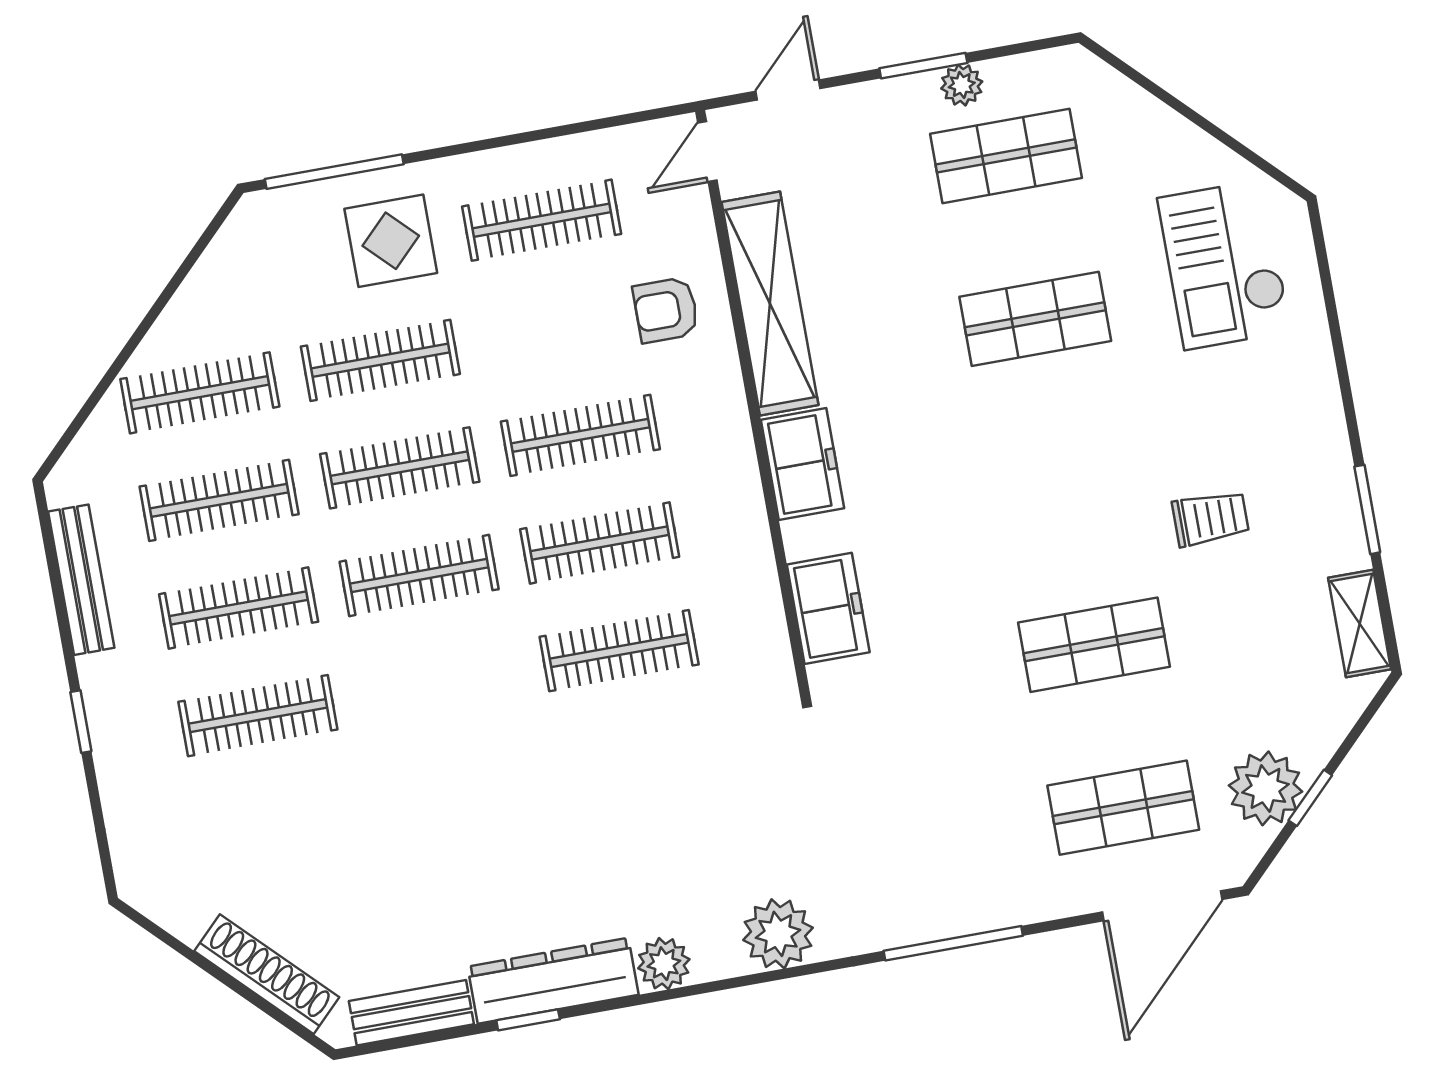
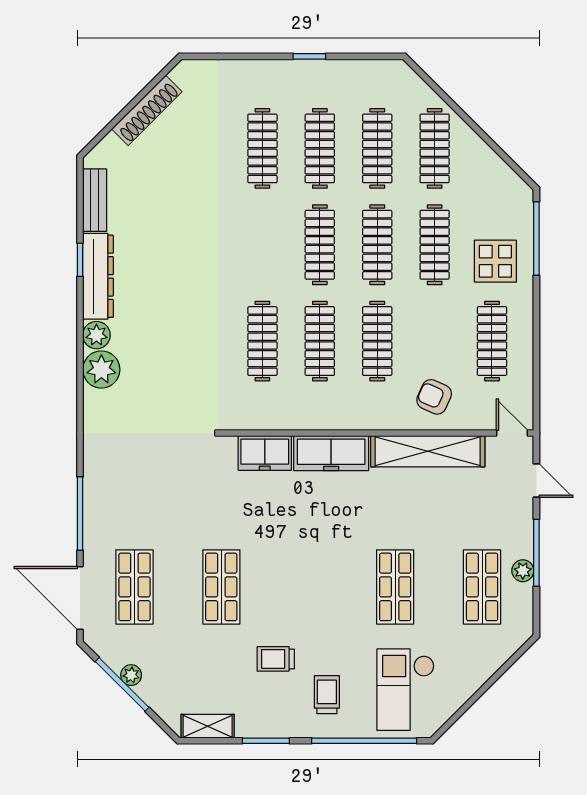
window: (923, 66) -> (536, 553), width x1.44
checkout: (1224, 265) -> (406, 690), turned -90
armchair: (666, 310) -> (434, 397), turned -66
window: (1334, 325) -> (364, 741), added
trolley: (1260, 411) -> (327, 695), added
freezer: (802, 464) -> (331, 453), width x1.40
trolley: (1211, 518) -> (276, 659), turned 90
bench: (81, 580) -> (349, 70), removed
window: (81, 722) -> (309, 56), moved
plant: (1266, 788) -> (131, 675), width x0.53, depth x0.53
window: (1310, 798) -> (122, 684), width x2.17
plant: (778, 934) -> (101, 370), moved
window: (953, 943) -> (80, 513), moved
shoe rack: (267, 974) -> (147, 110), moved

